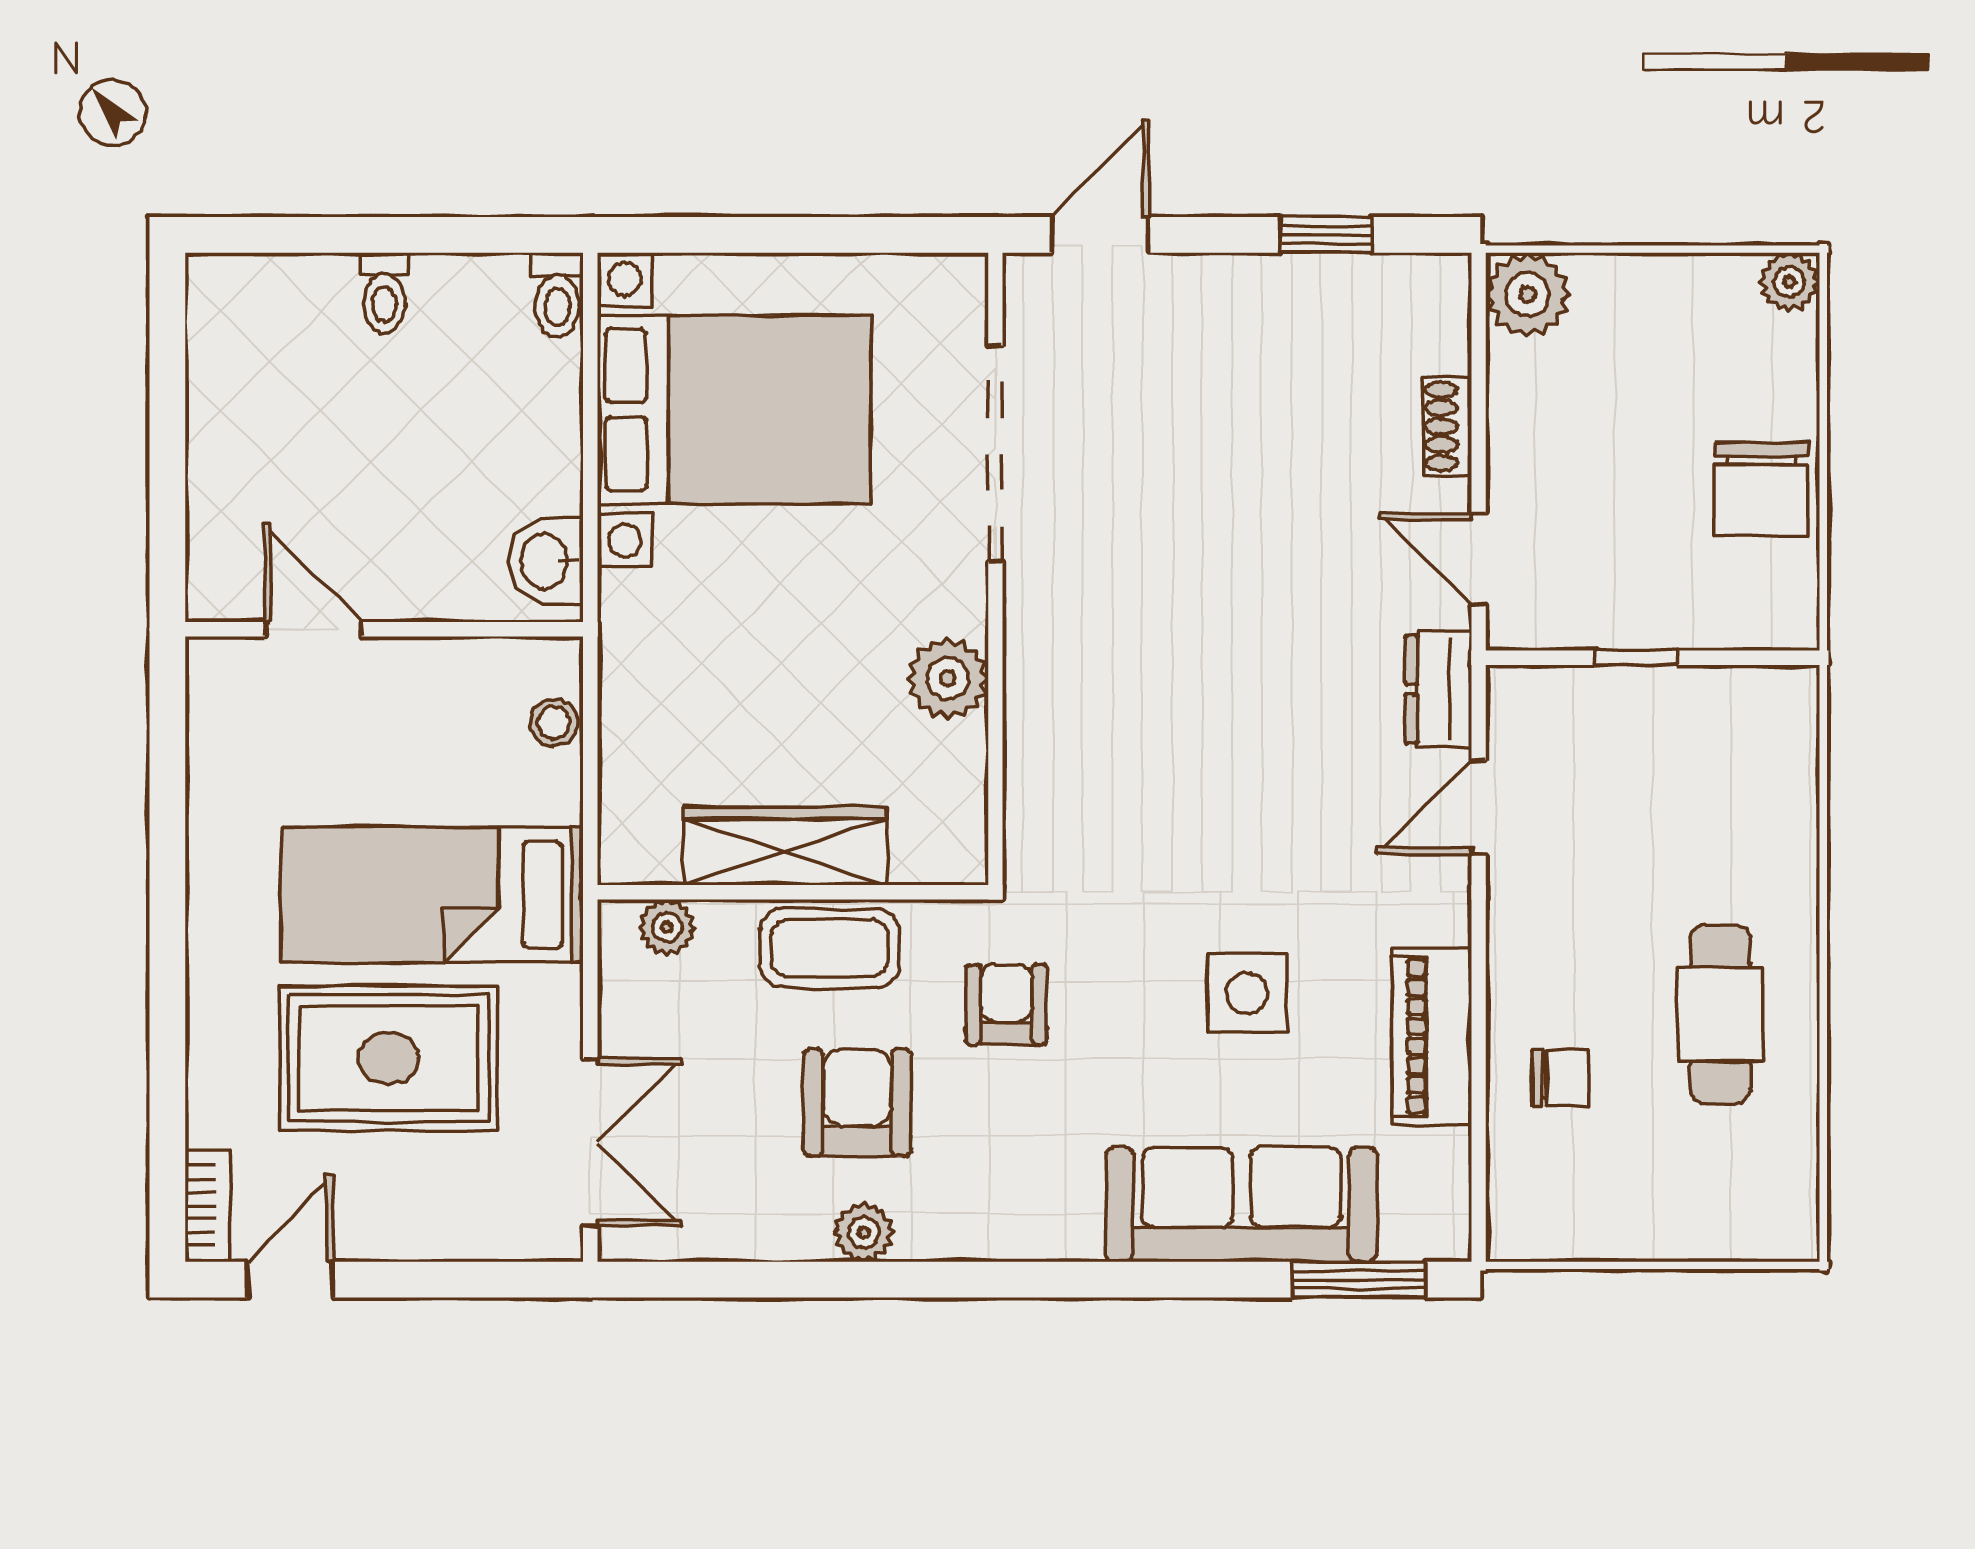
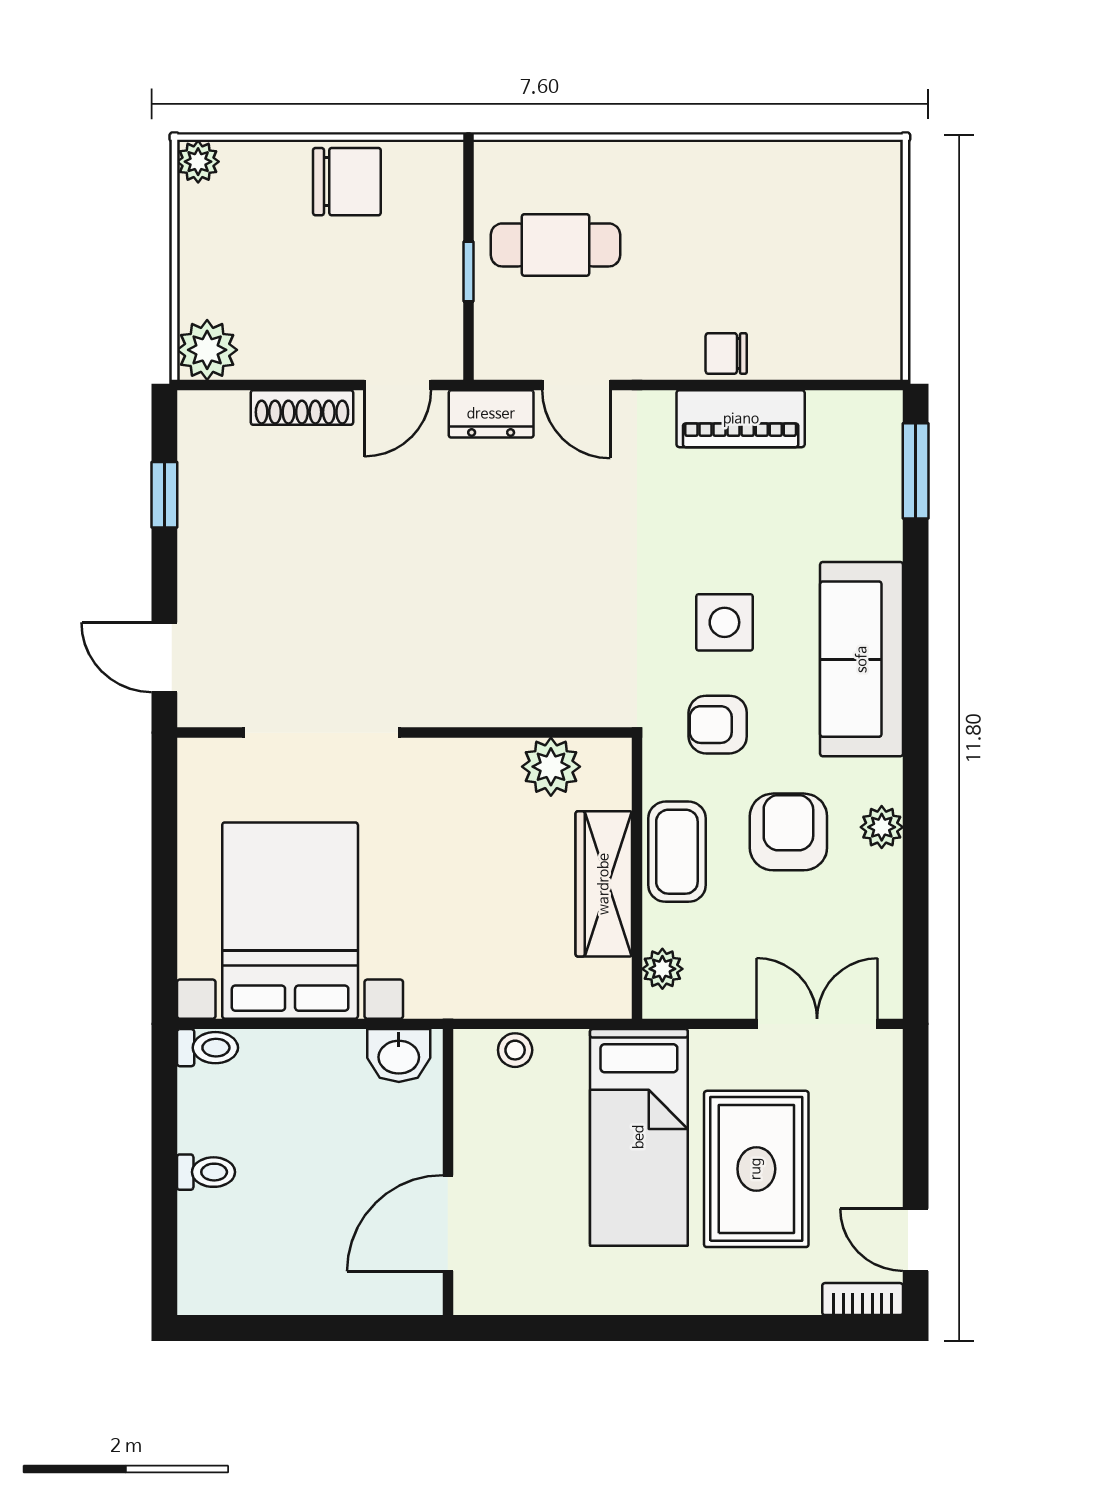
shoe rack: (1447, 426) -> (302, 407), width x1.43
door: (313, 629) -> (448, 1223), width x1.38
plant: (948, 678) -> (551, 767), moved
side table: (1247, 993) -> (724, 622), moved
cafe table: (1720, 1014) -> (556, 245), moved
chair: (1561, 1078) -> (726, 353), moved, turned -90
armchair: (857, 1103) -> (788, 832), turned 90
sofa: (1241, 1204) -> (862, 659), moved

